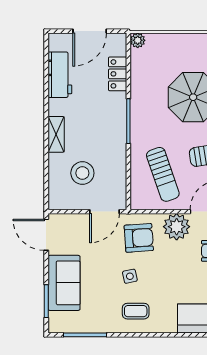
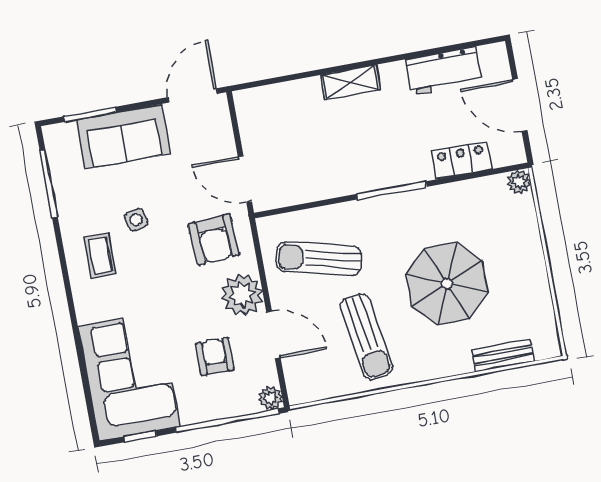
stool: (82, 173) -> (298, 134), removed
sun lounger: (163, 174) -> (319, 259), turned 33
side table: (130, 276) -> (136, 220), moved

